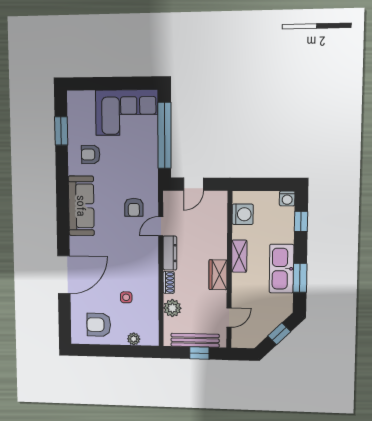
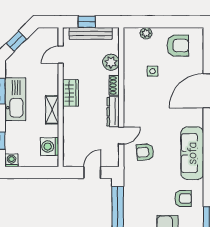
armchair: (134, 207) -> (145, 152), turned -95

